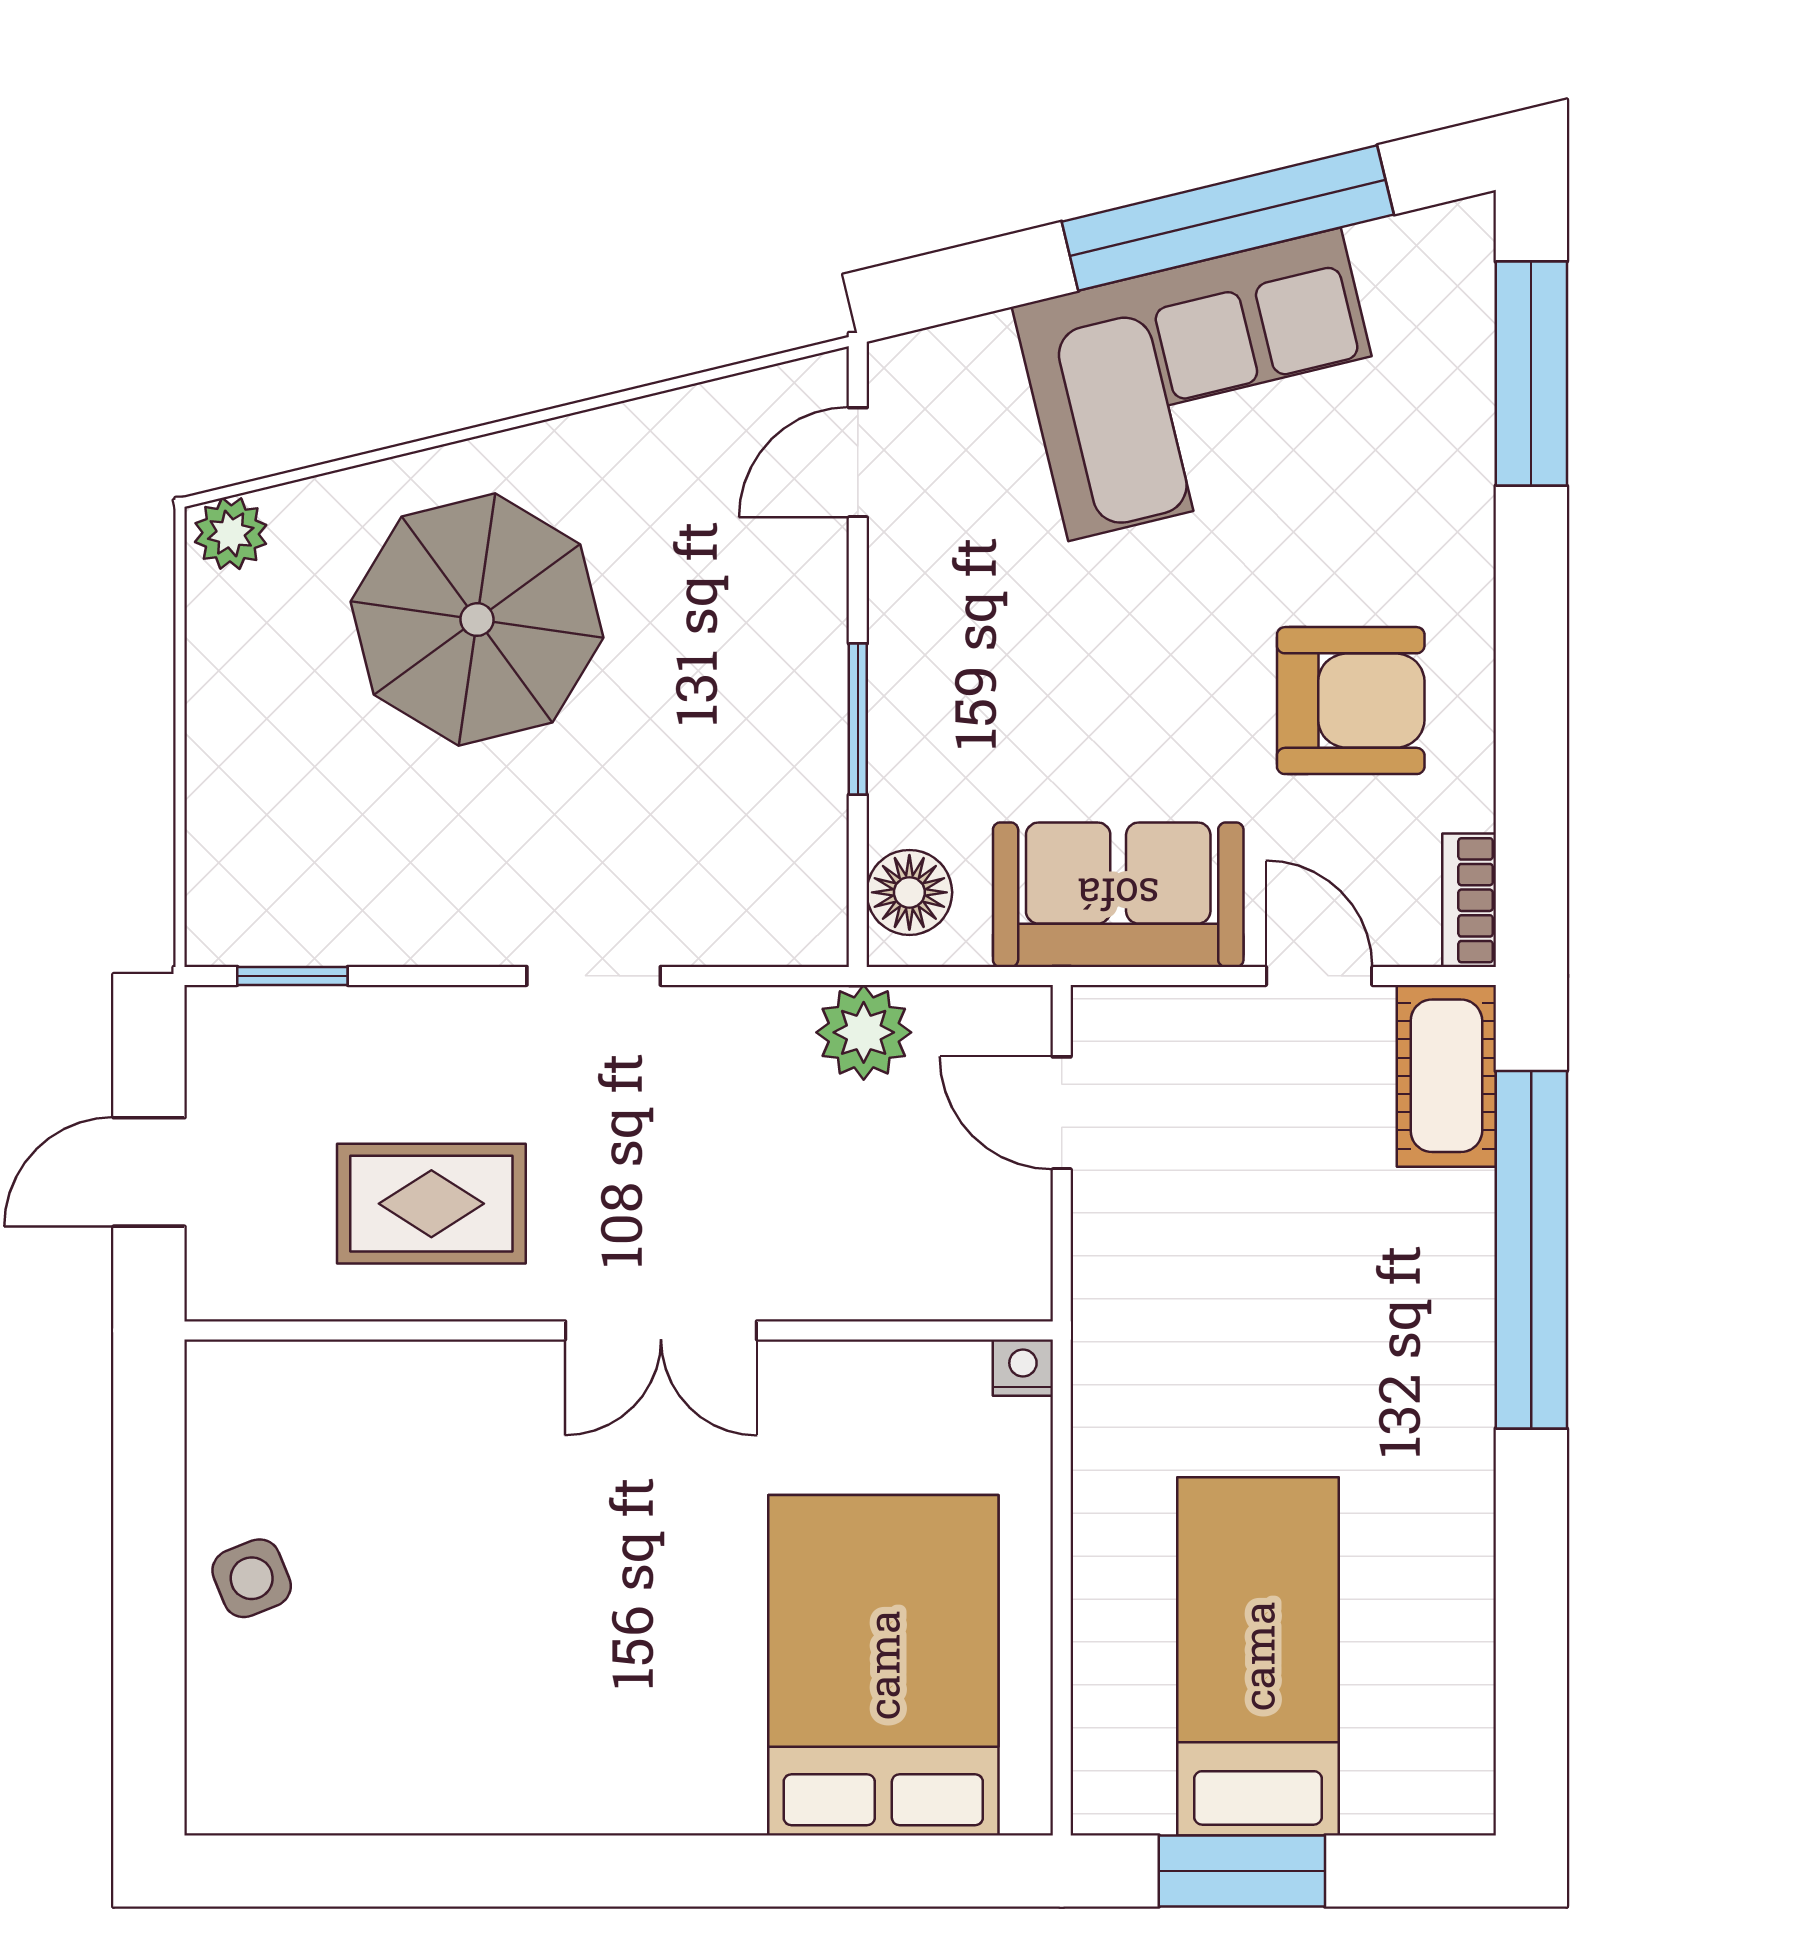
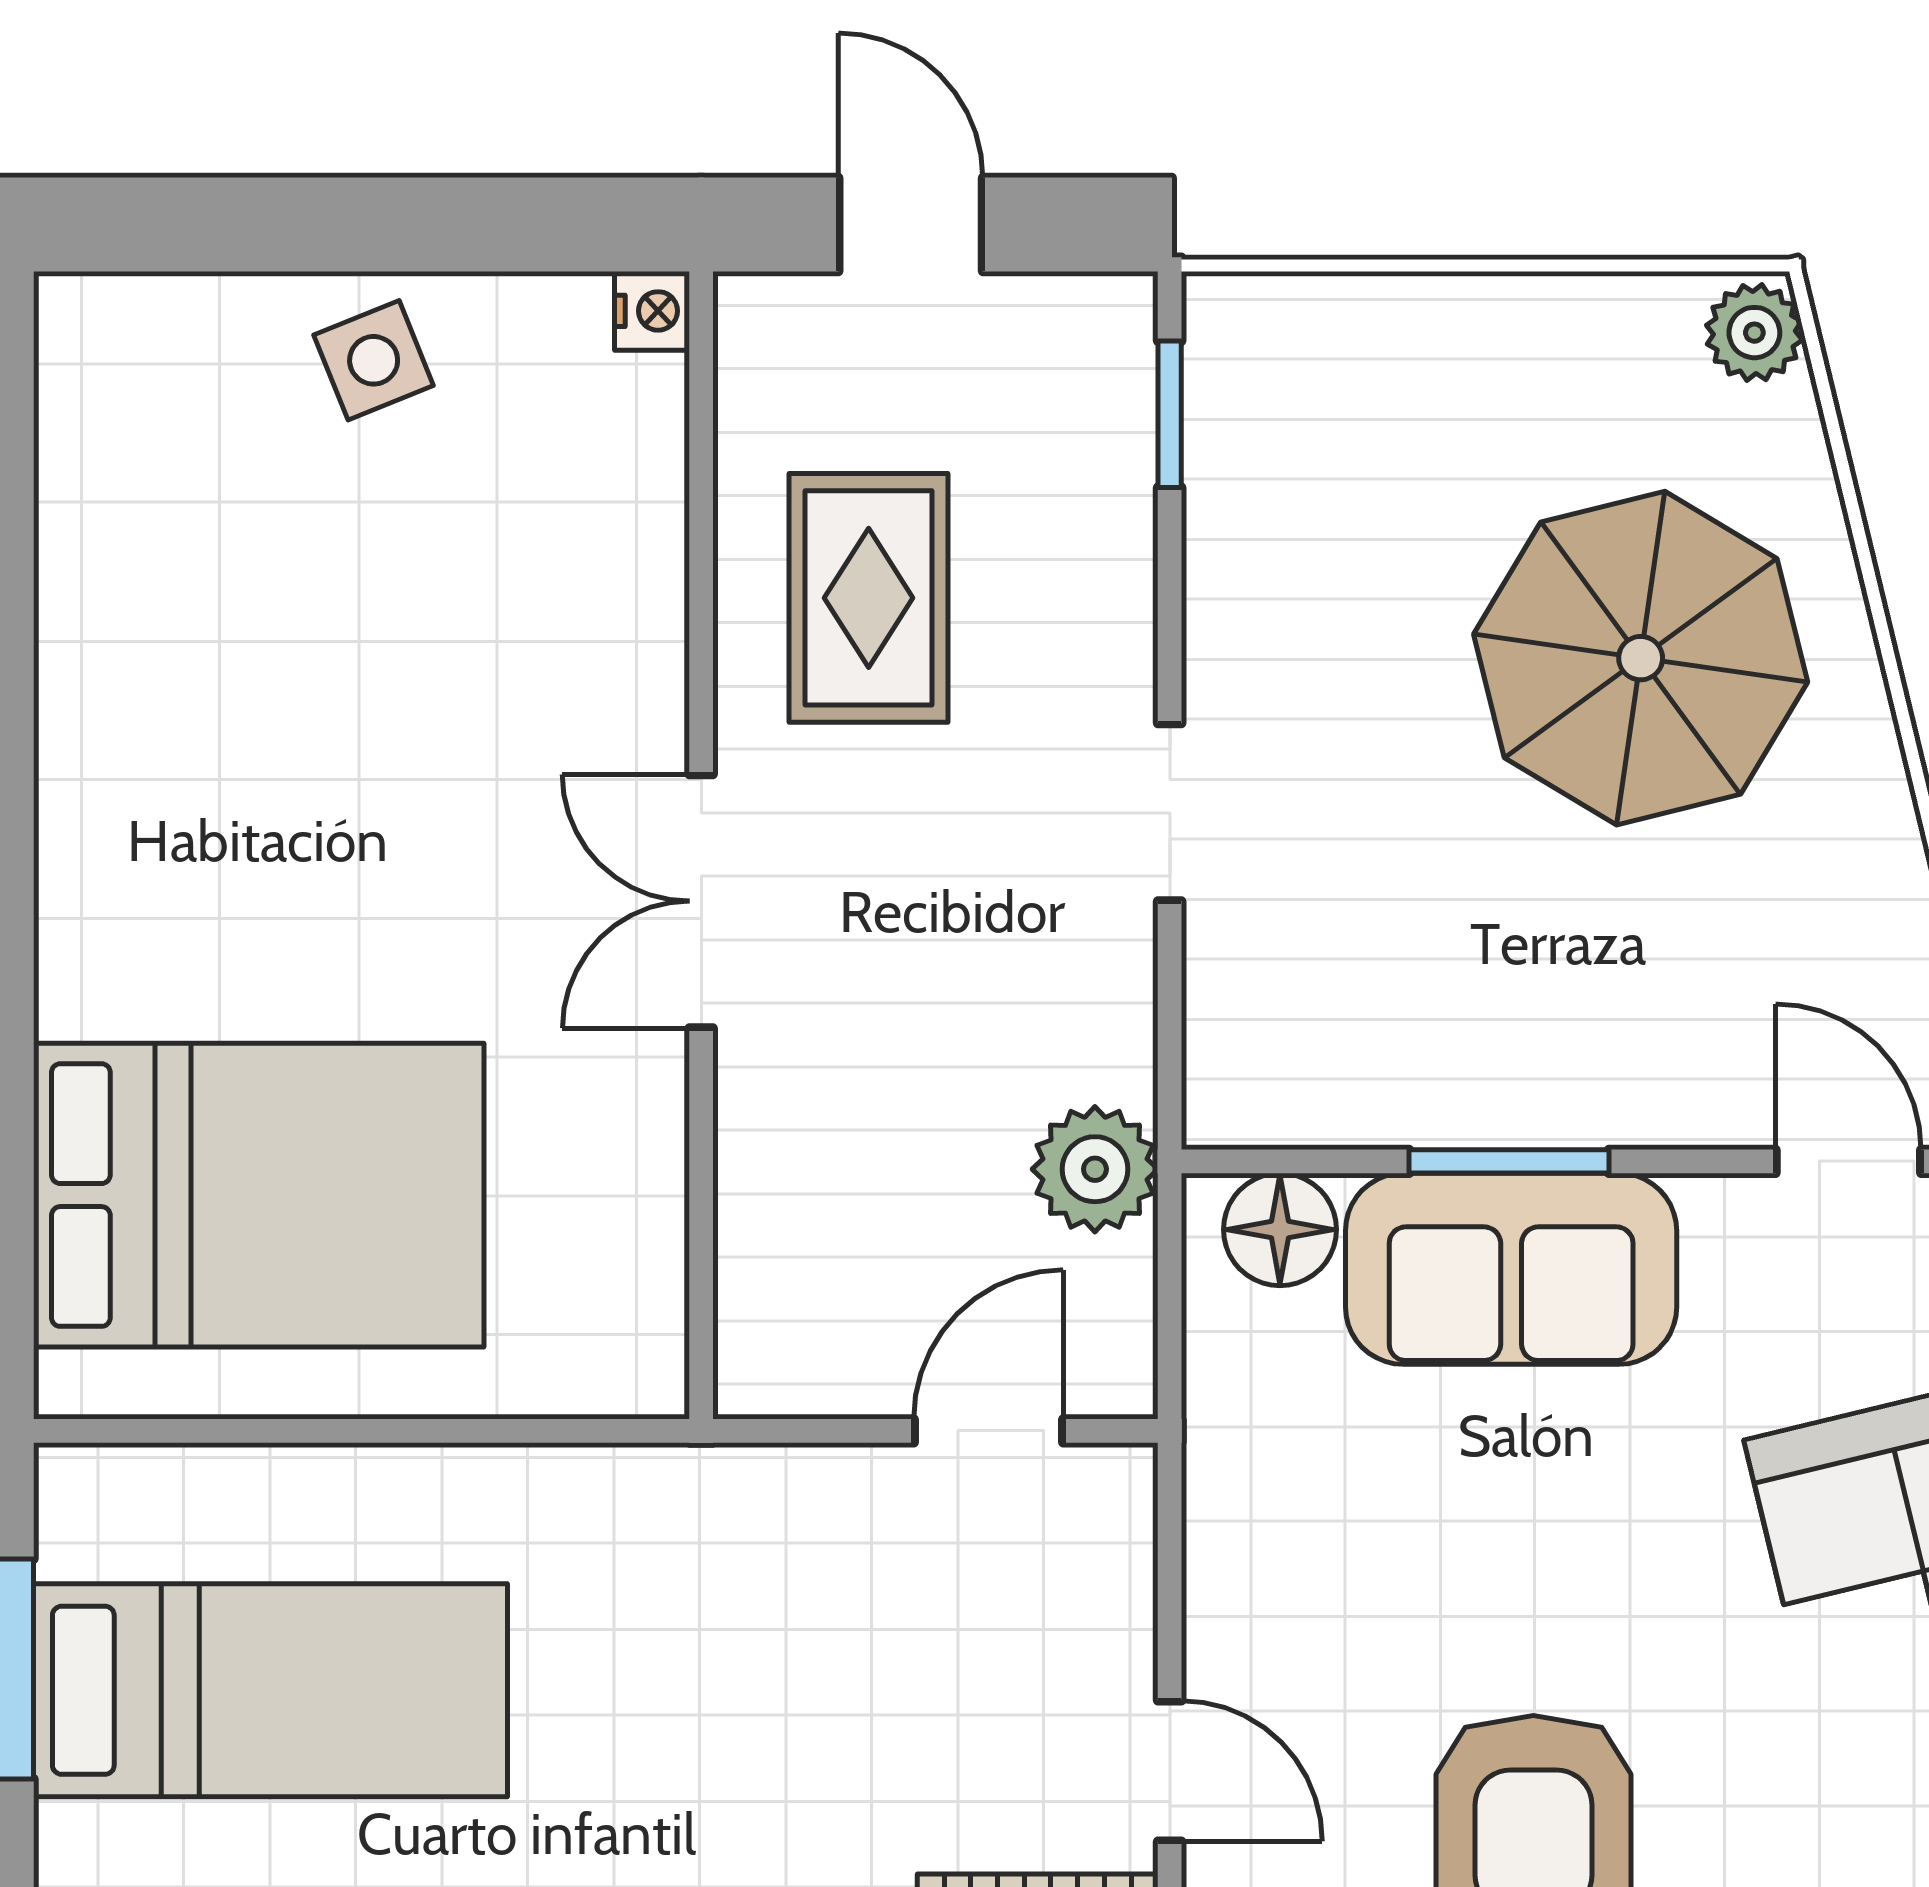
sofa: (1118, 895) -> (1511, 1269), moved, turned 90
door: (1319, 976) -> (1170, 1771), hinge flipped
nightstand: (1023, 1368) -> (652, 311), moved

